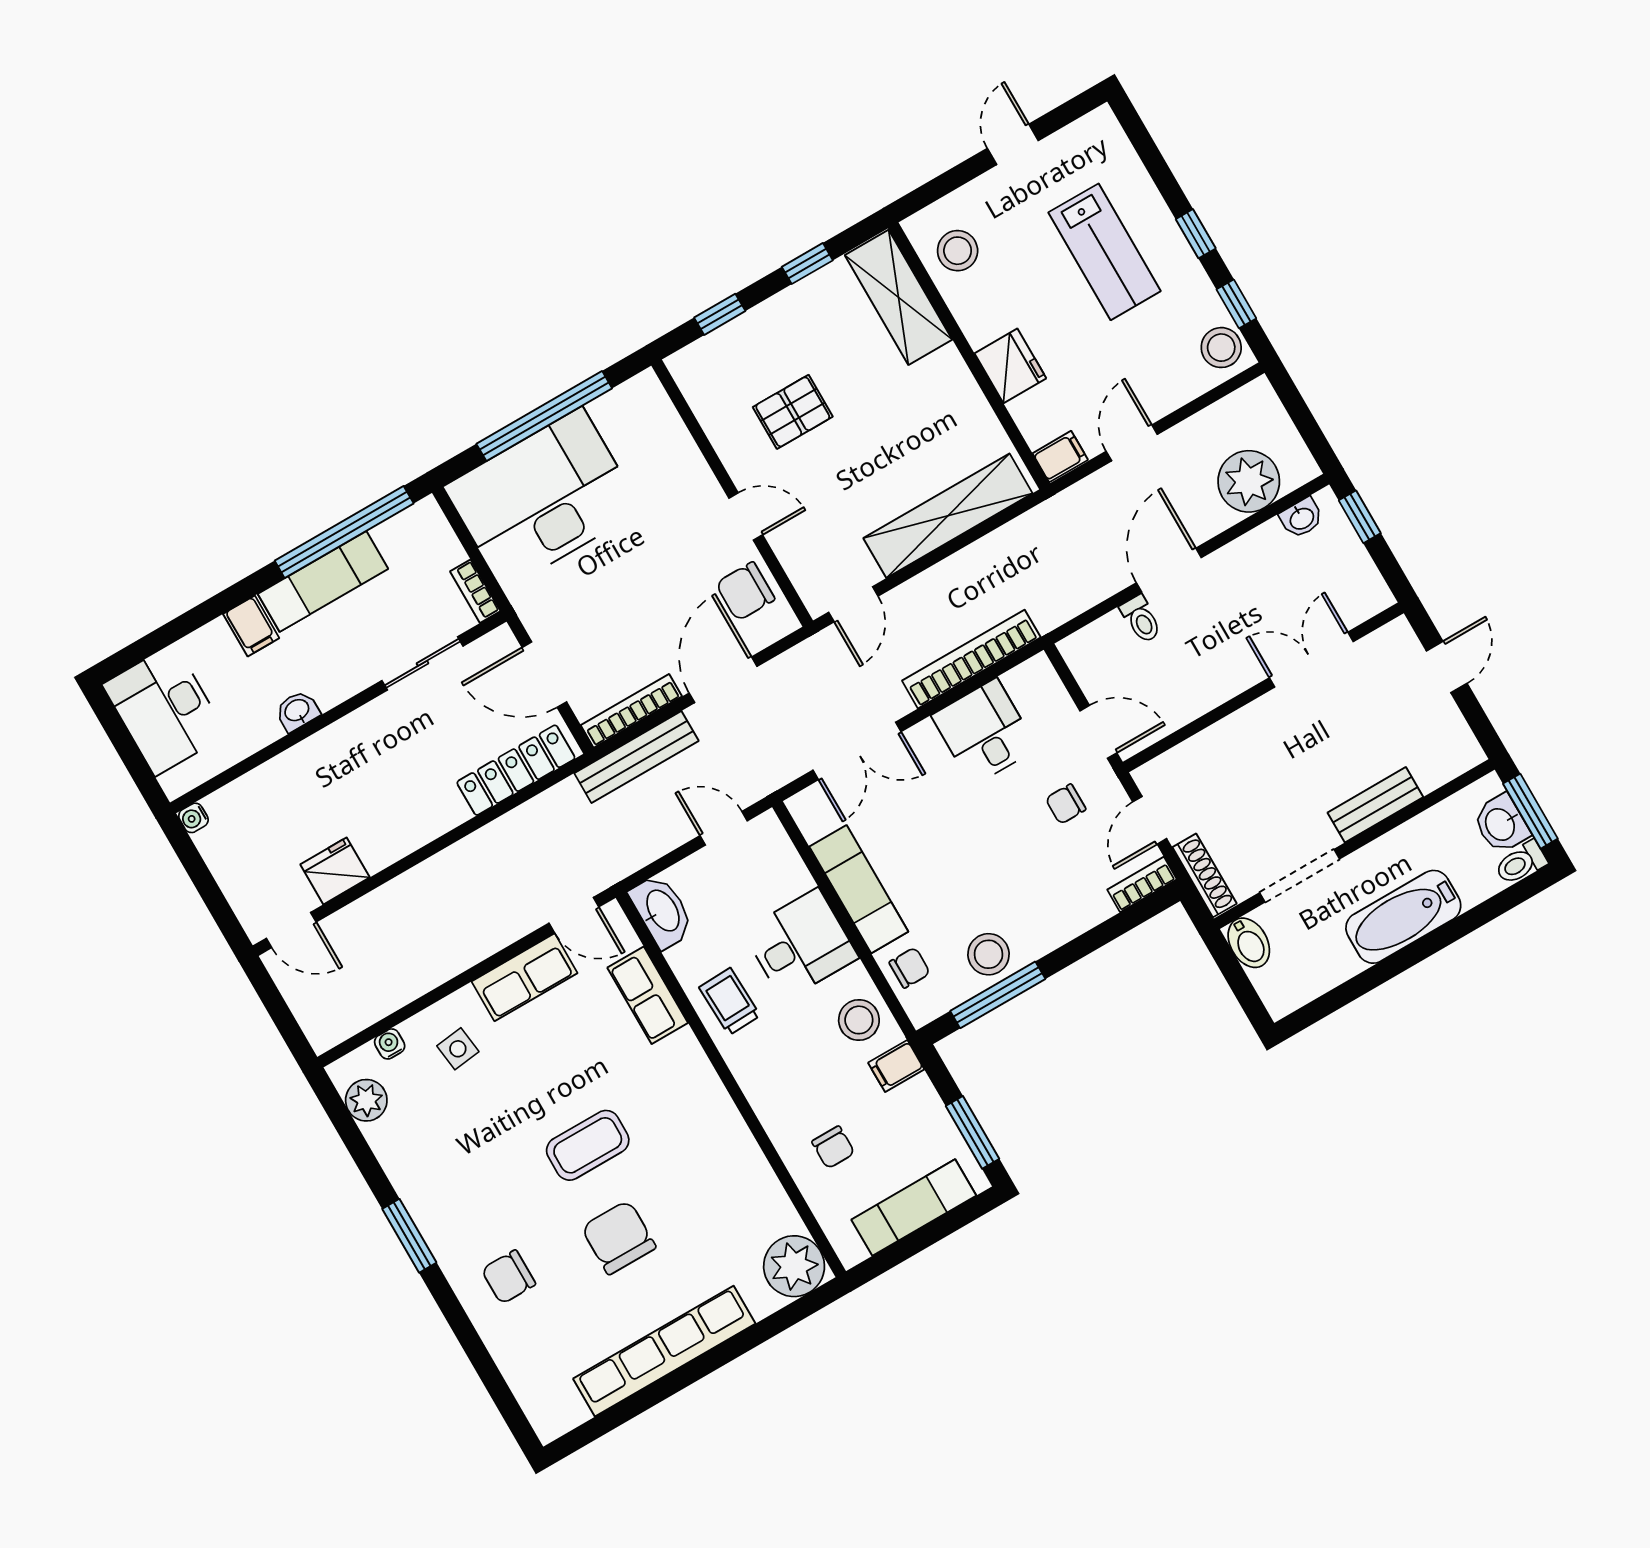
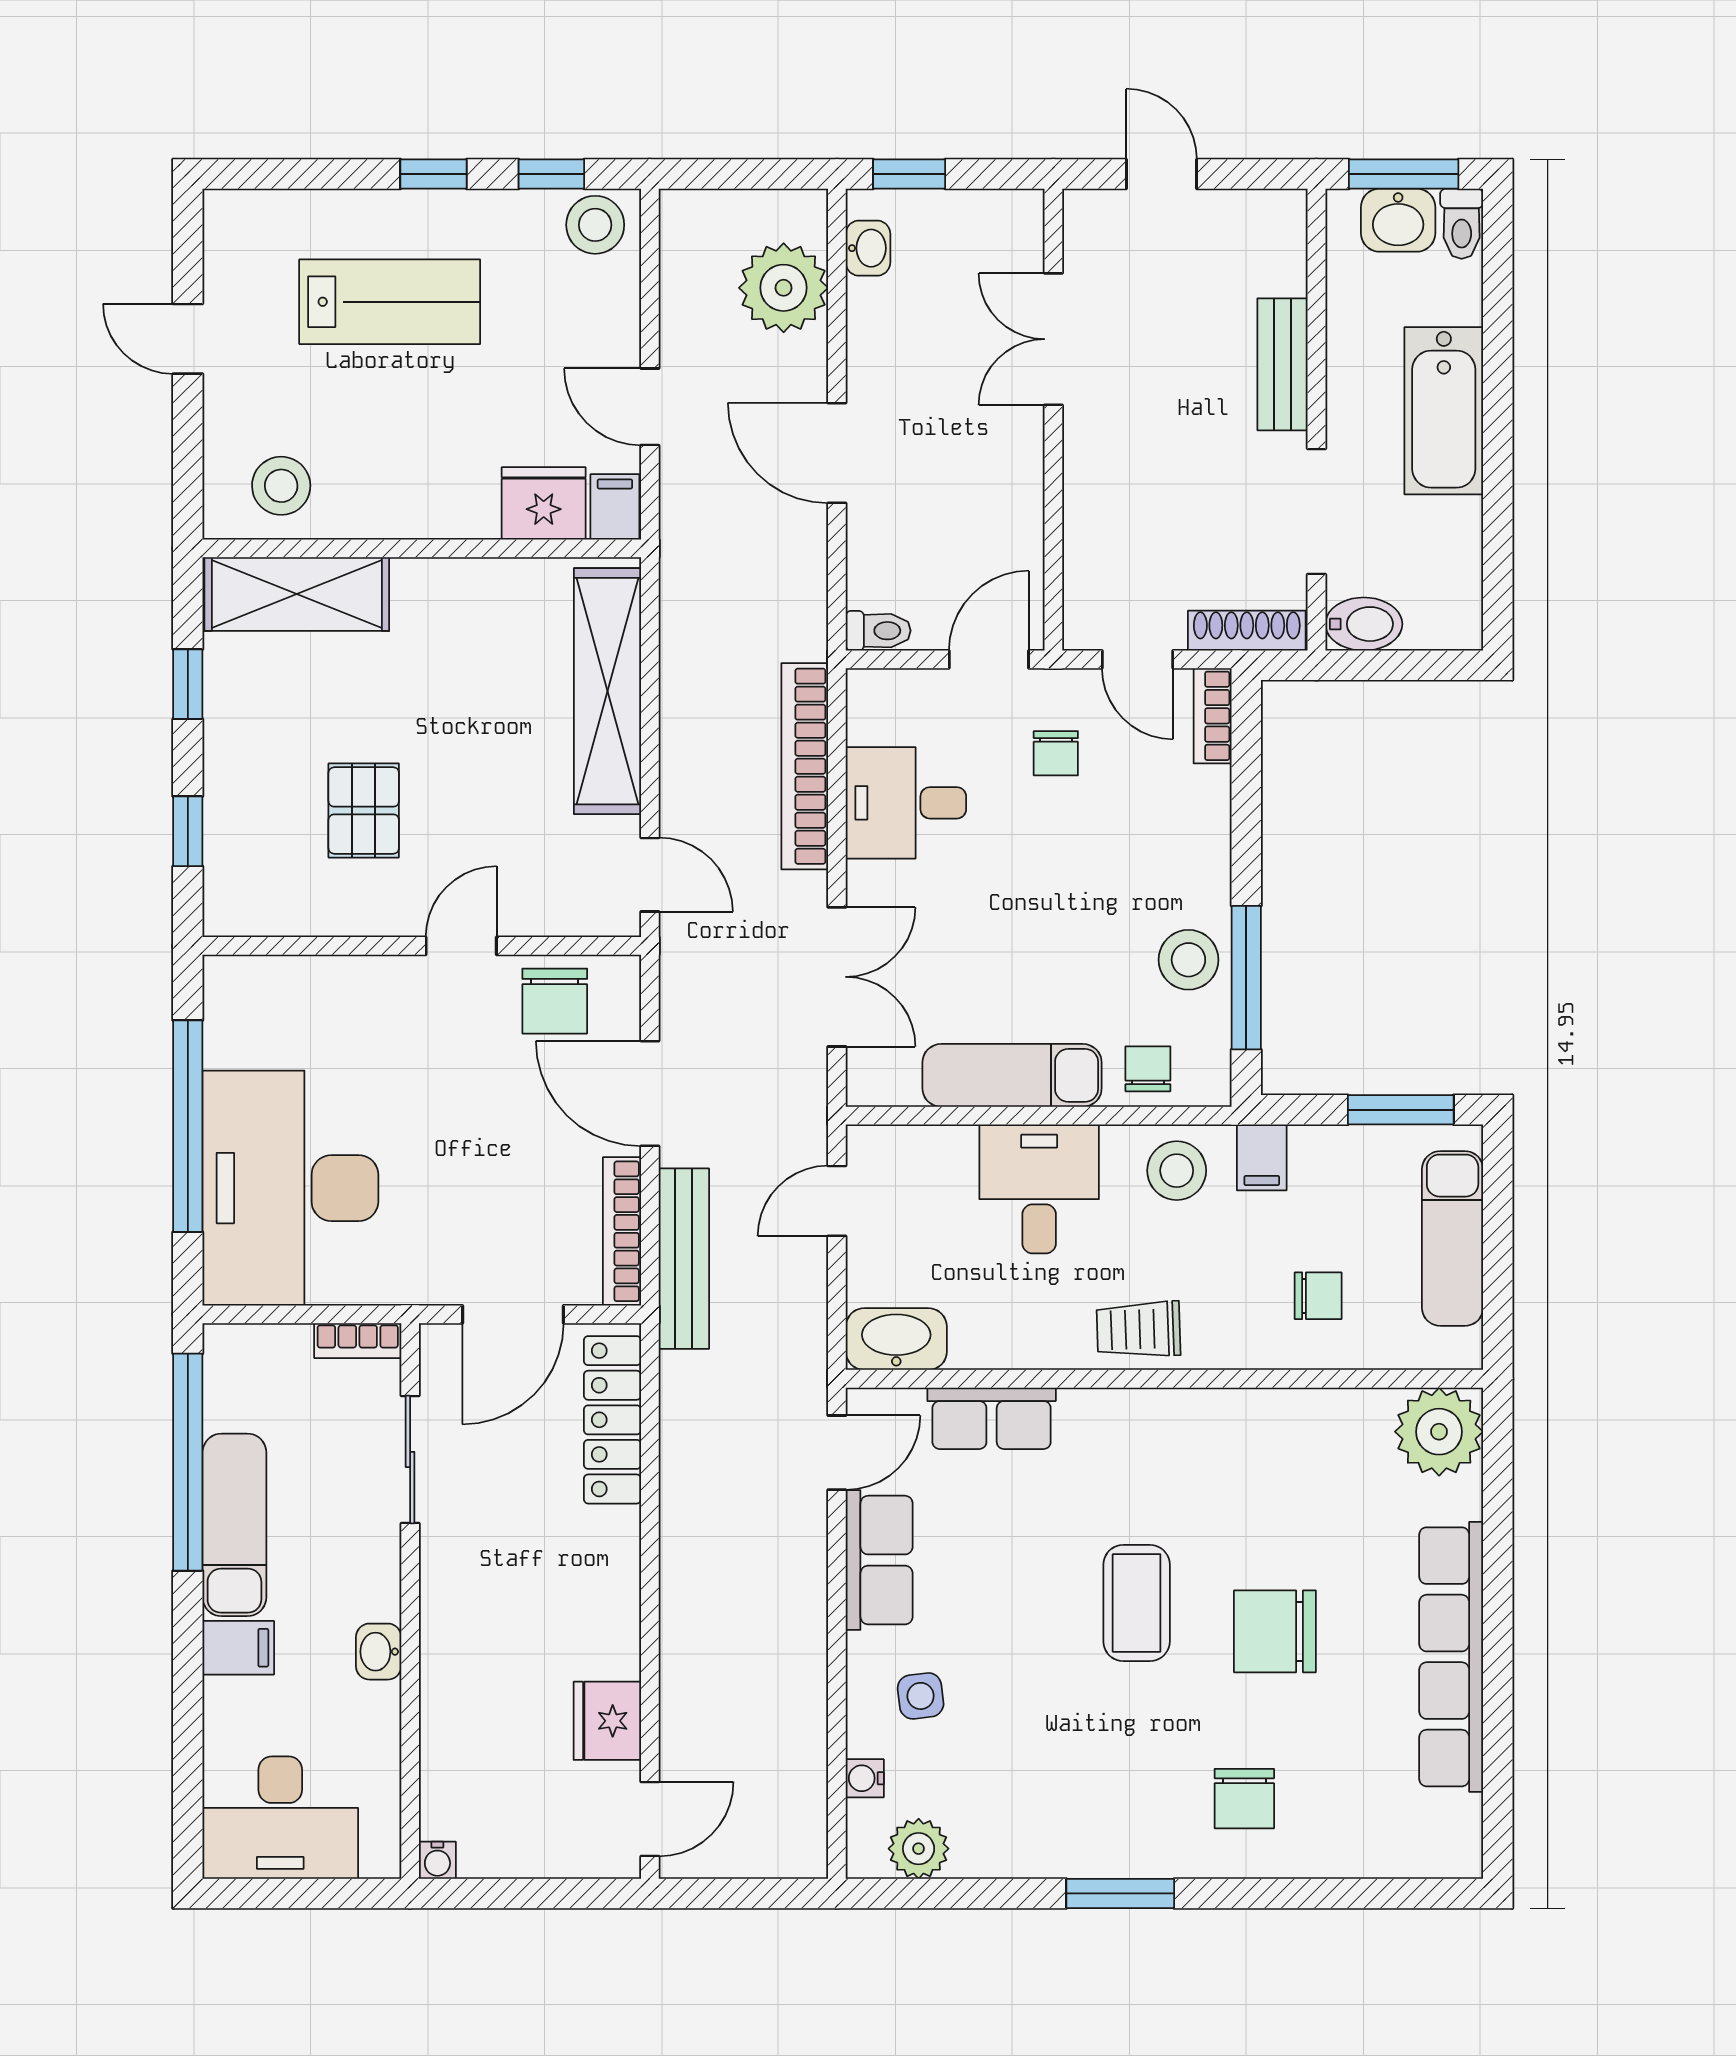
fridge: (1010, 366) -> (544, 503), moved
toilet: (1141, 619) -> (878, 631), moved
trolley: (730, 1001) -> (1138, 1329), moved

